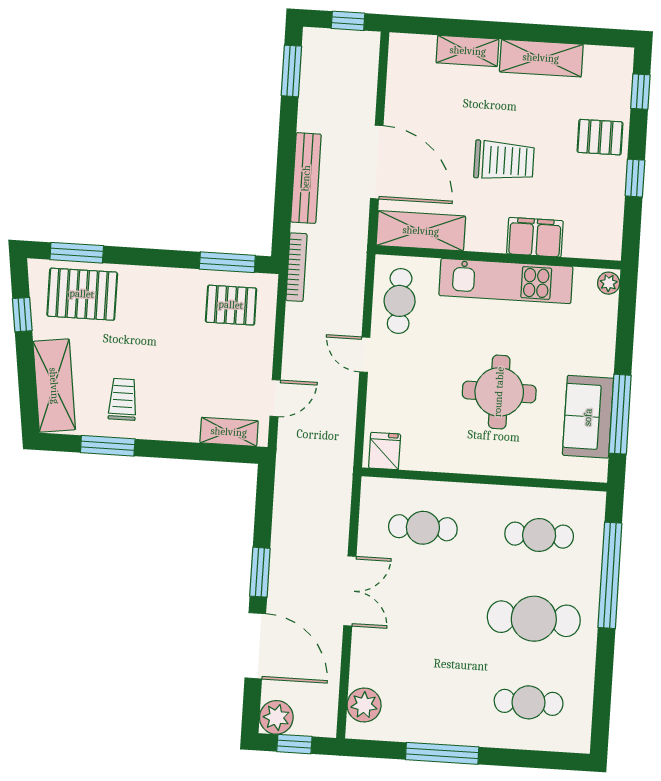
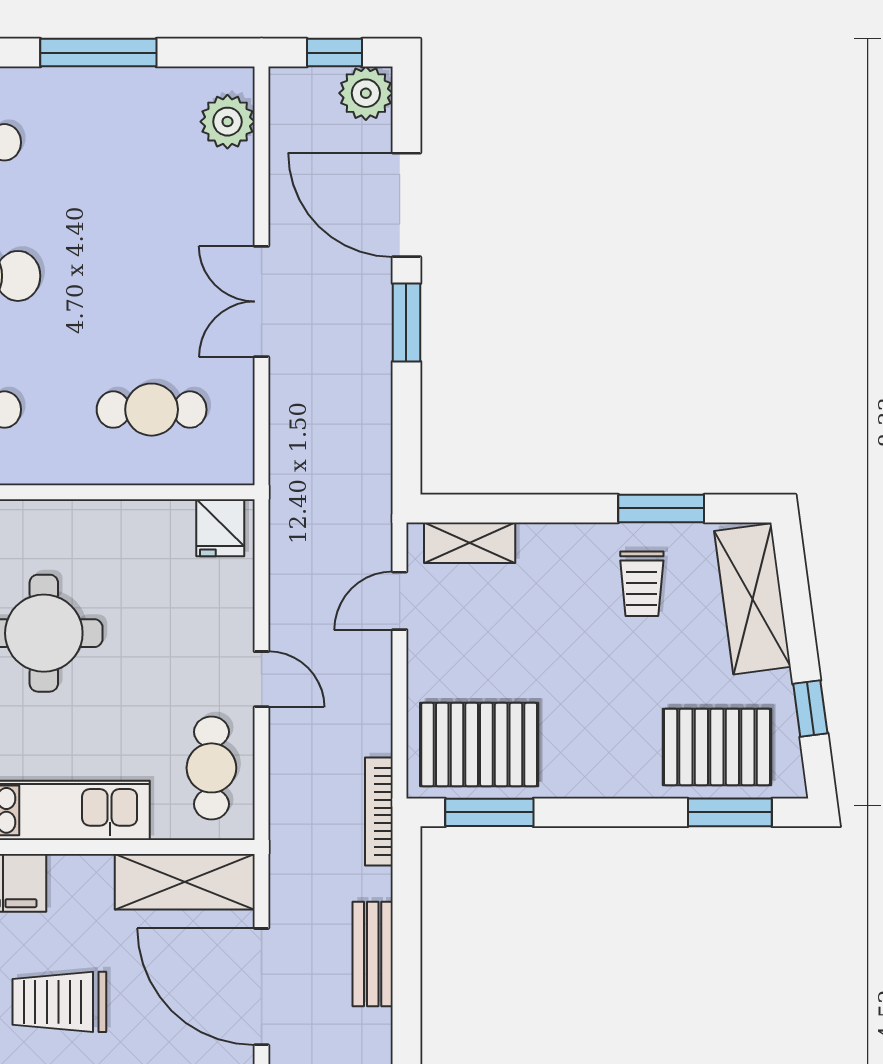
bench: (306, 178) -> (373, 954), width x0.73
pallet: (231, 305) -> (479, 745), width x1.50, depth x1.42

